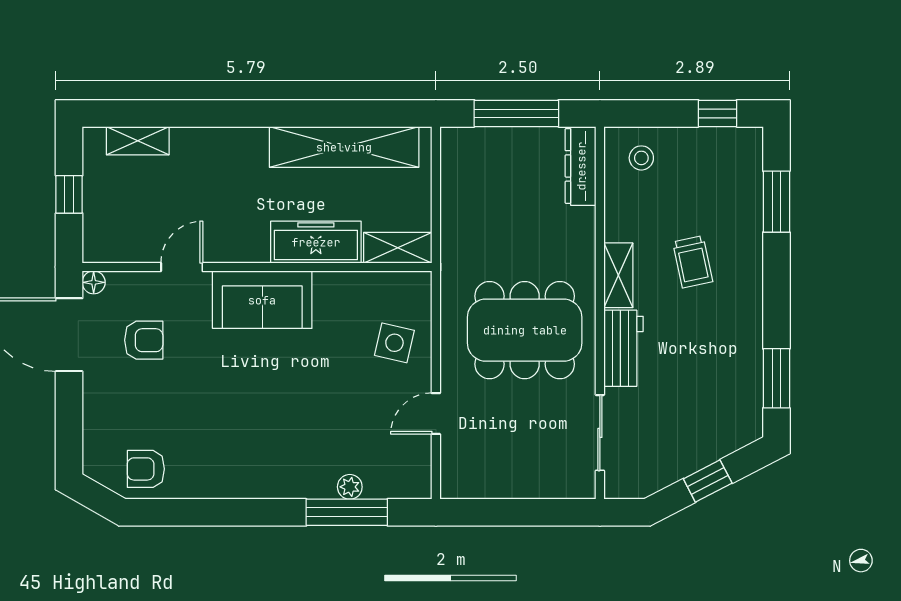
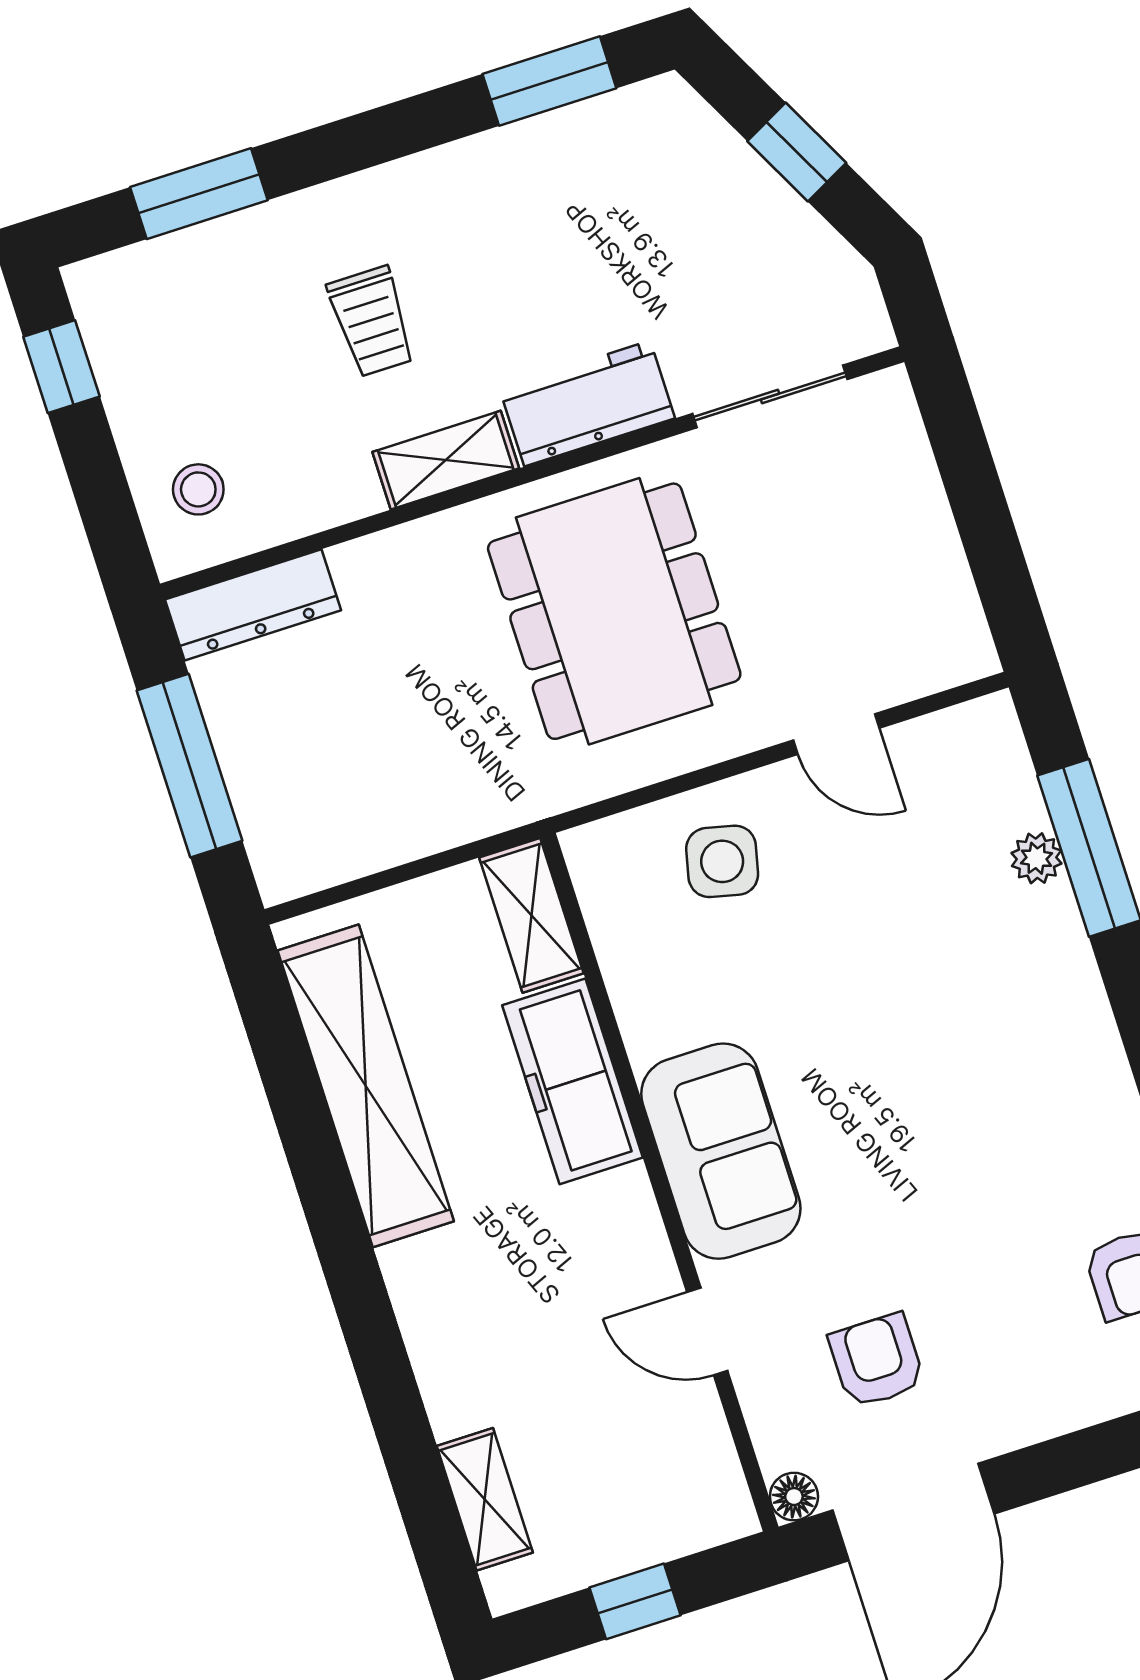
trolley: (693, 262) -> (372, 321), turned 102

